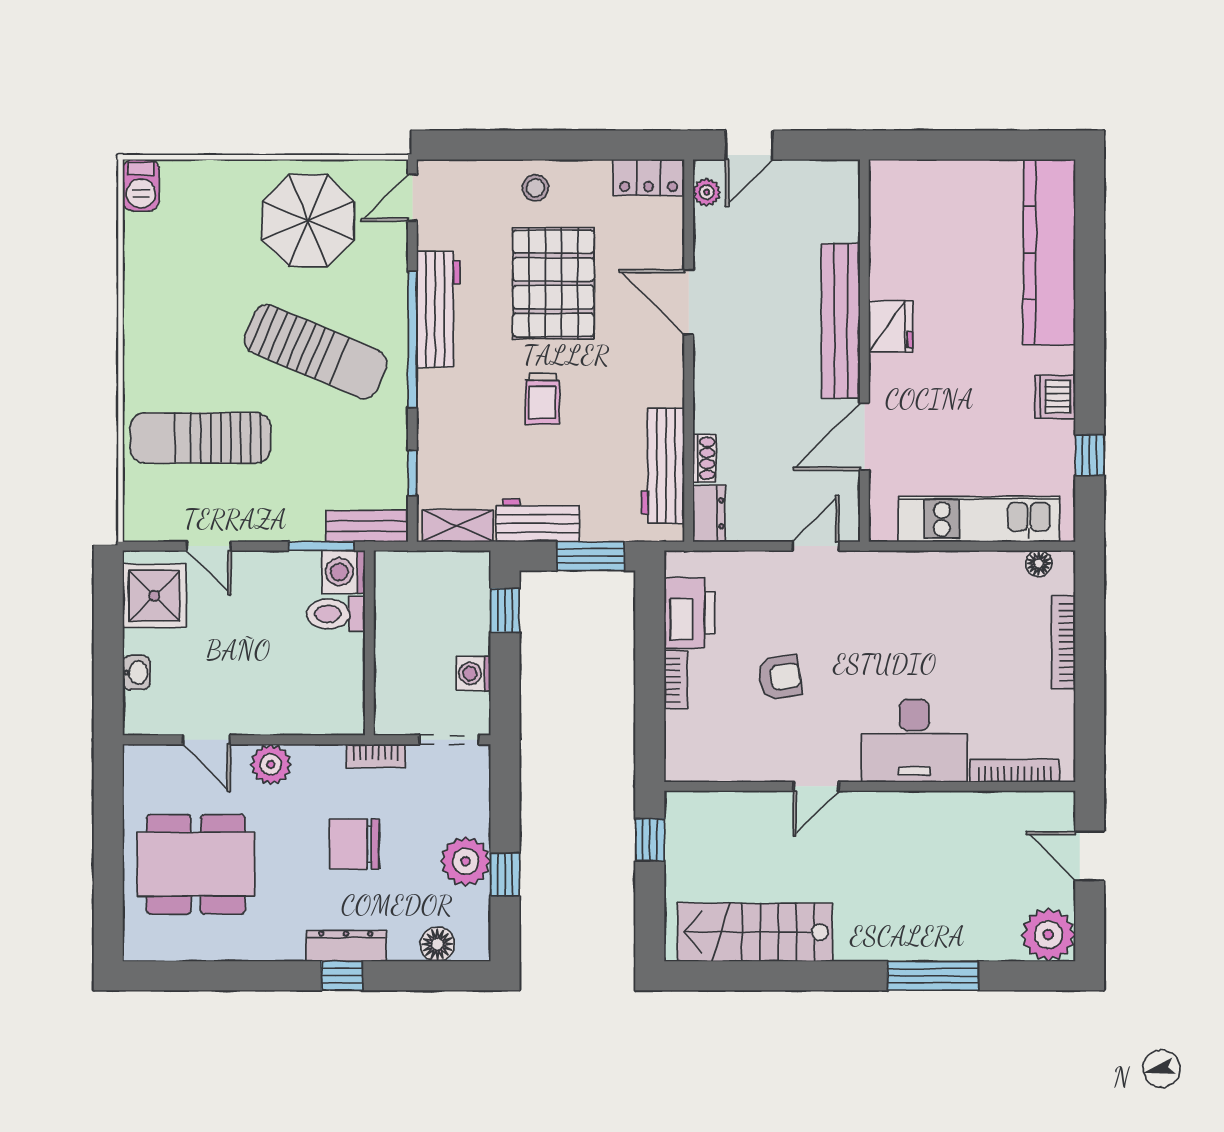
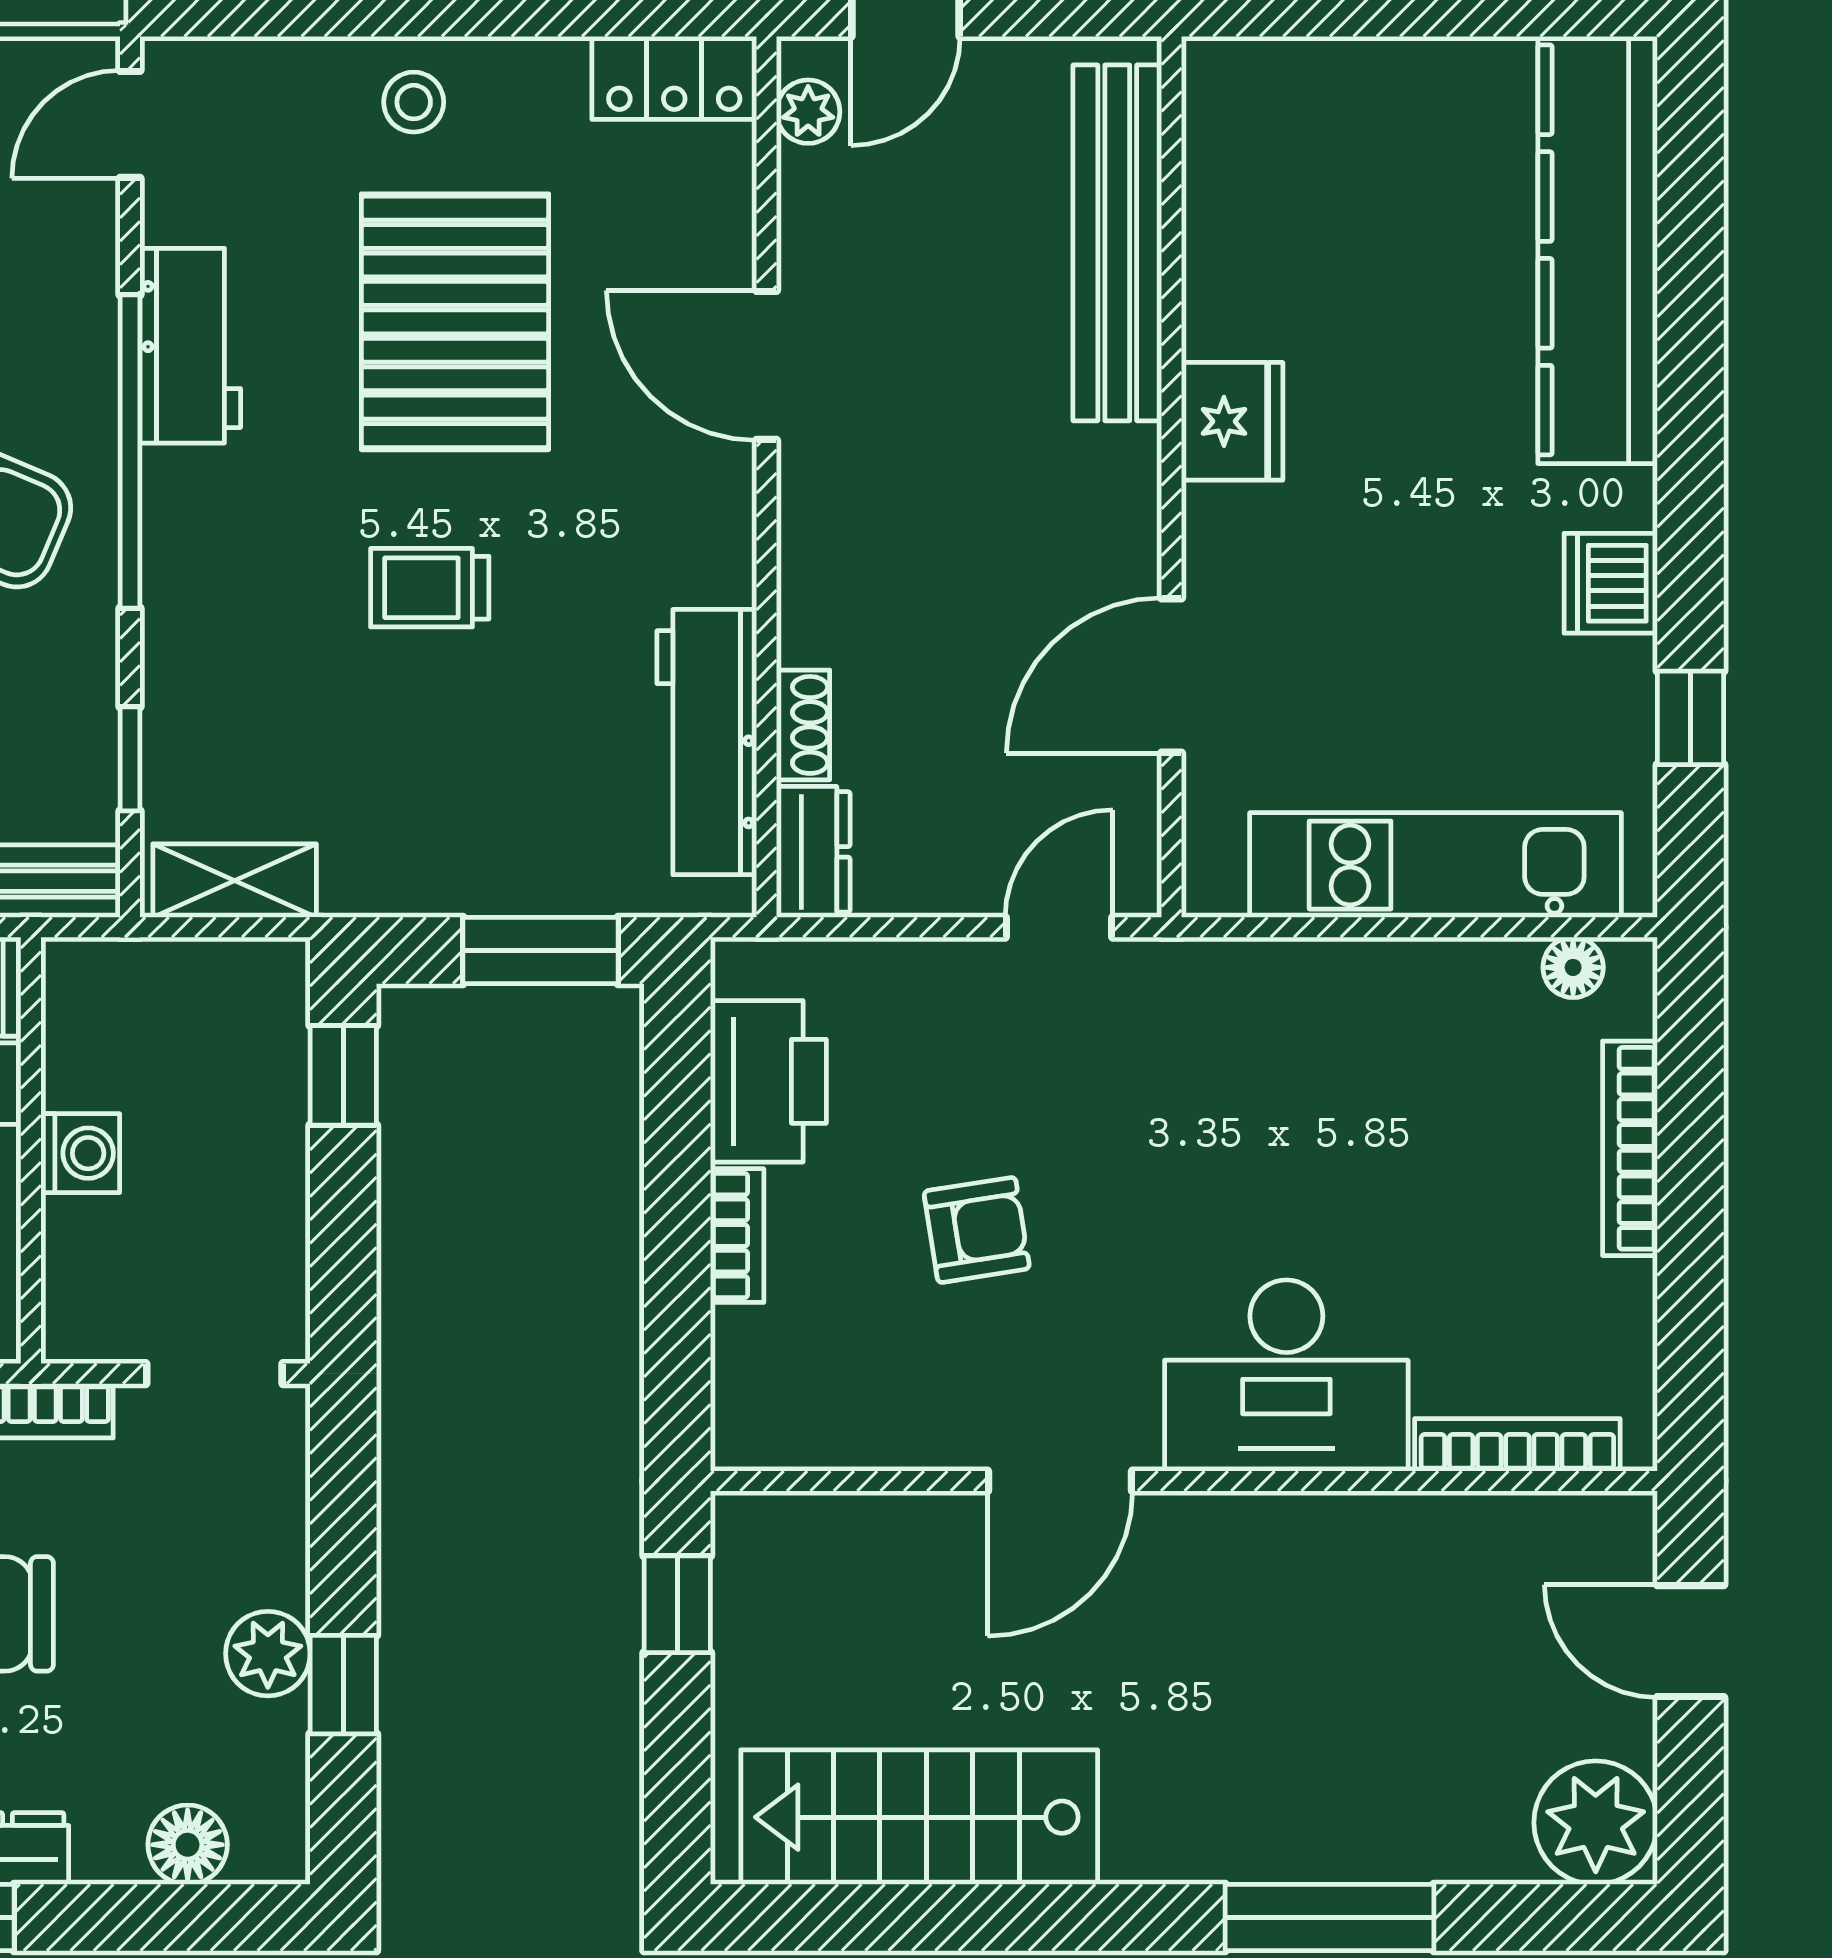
workbench: (439, 310) -> (190, 346), width x0.73
bench: (841, 321) -> (1117, 243), moved
trolley: (542, 399) -> (430, 588), turned 90
workbench: (538, 520) -> (419, 868), removed
washing machine: (473, 673) -> (80, 1153), moved, turned 180
door: (816, 786) -> (1060, 1481), width x1.38
plant: (466, 861) -> (268, 1654), width x0.73, depth x0.73

